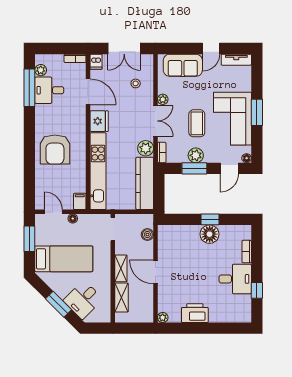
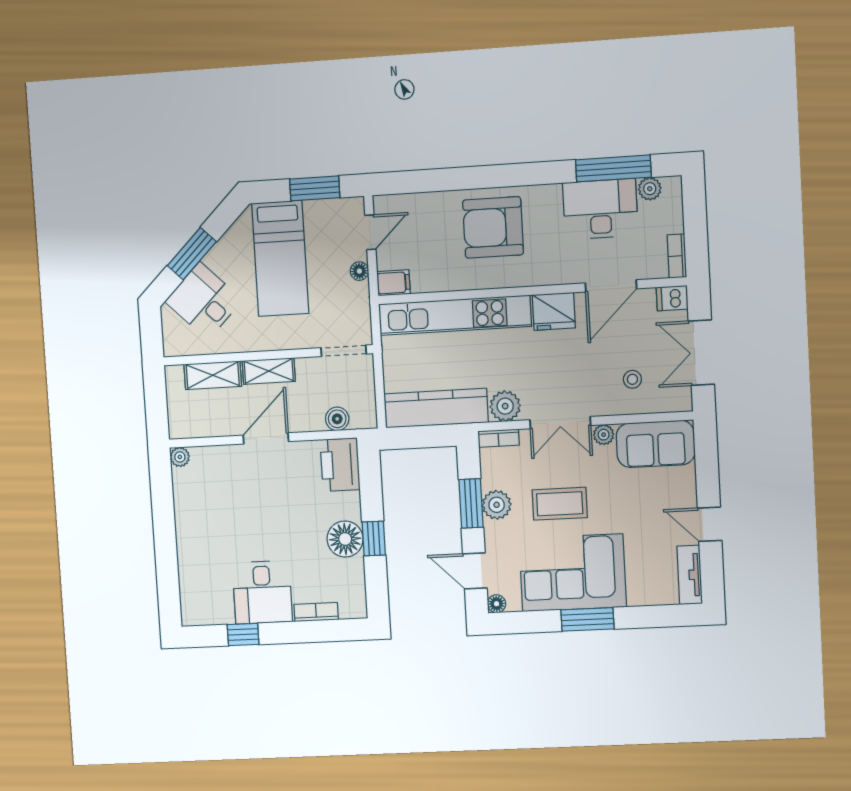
sofa: (183, 65) -> (656, 444), moved, turned -90
desk: (49, 90) -> (600, 209), width x1.37
printer: (195, 313) -> (340, 465), moved, turned 180

